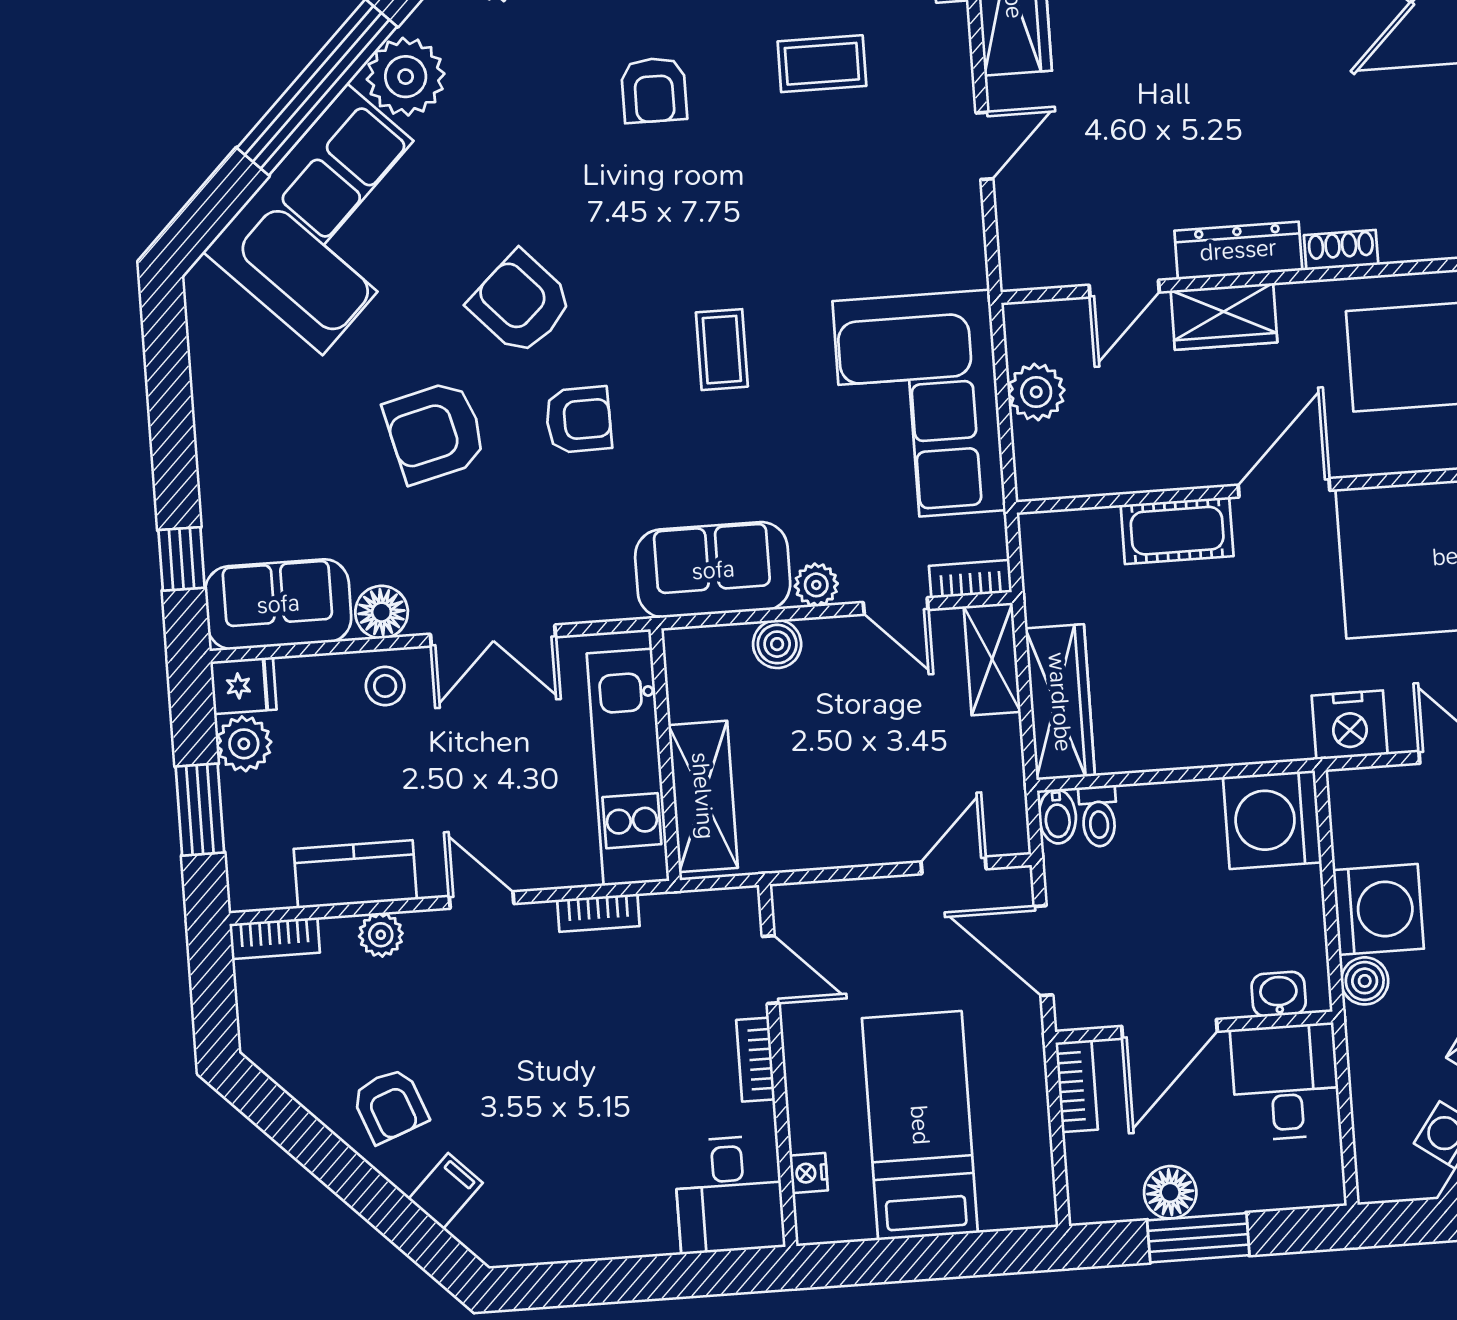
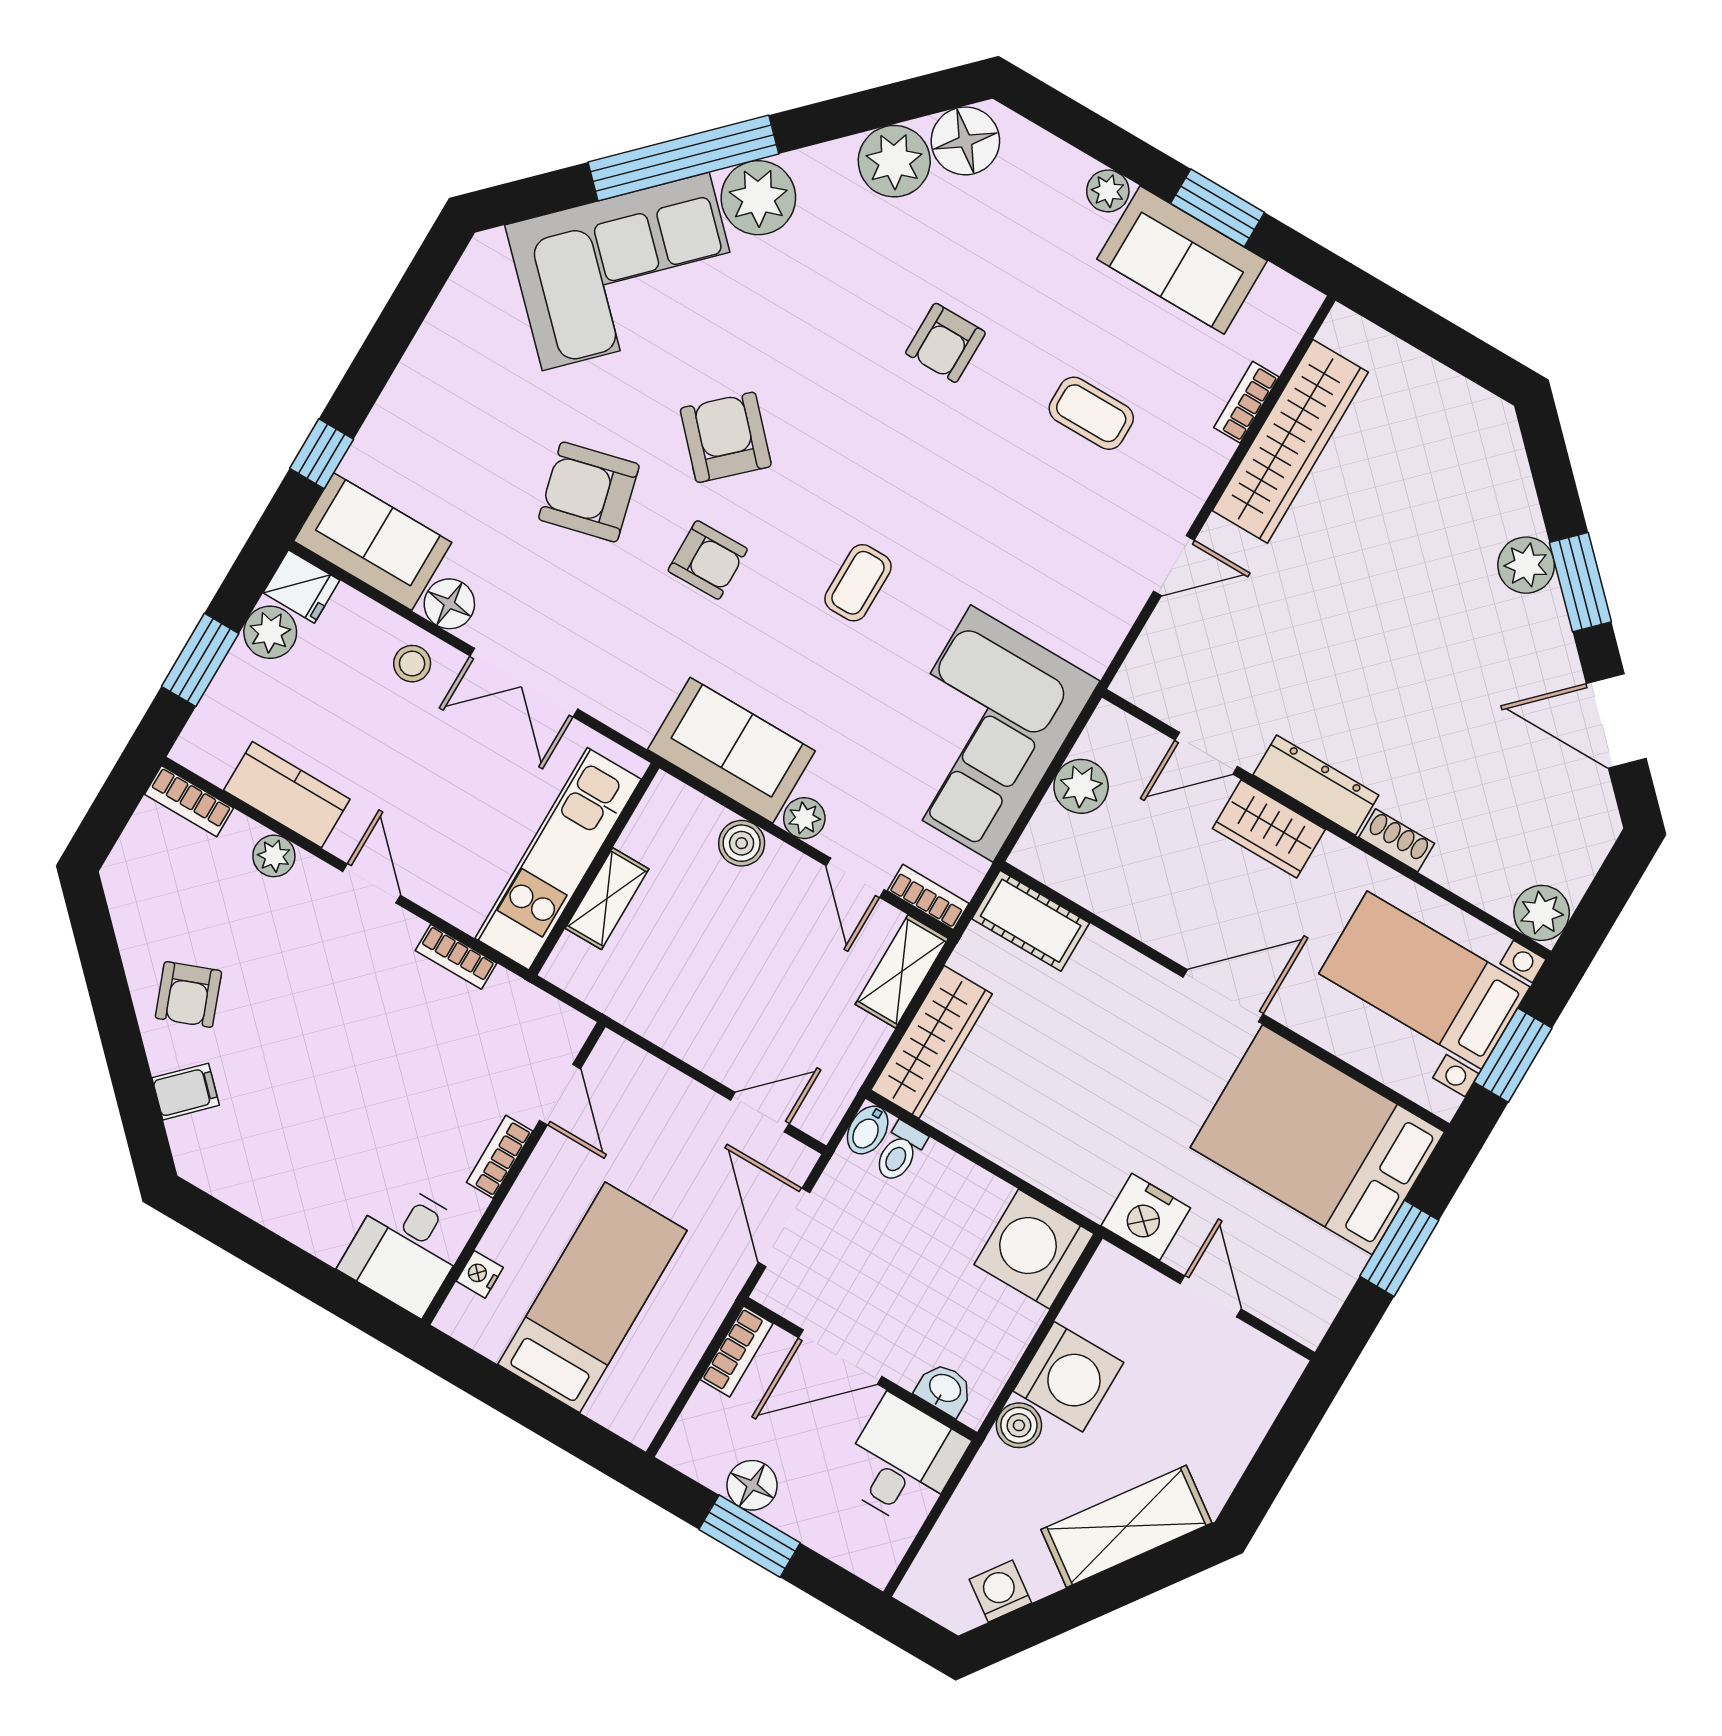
cot: (1177, 531) -> (1031, 921), moved
shelving: (703, 796) -> (607, 899), width x0.67, depth x0.75

